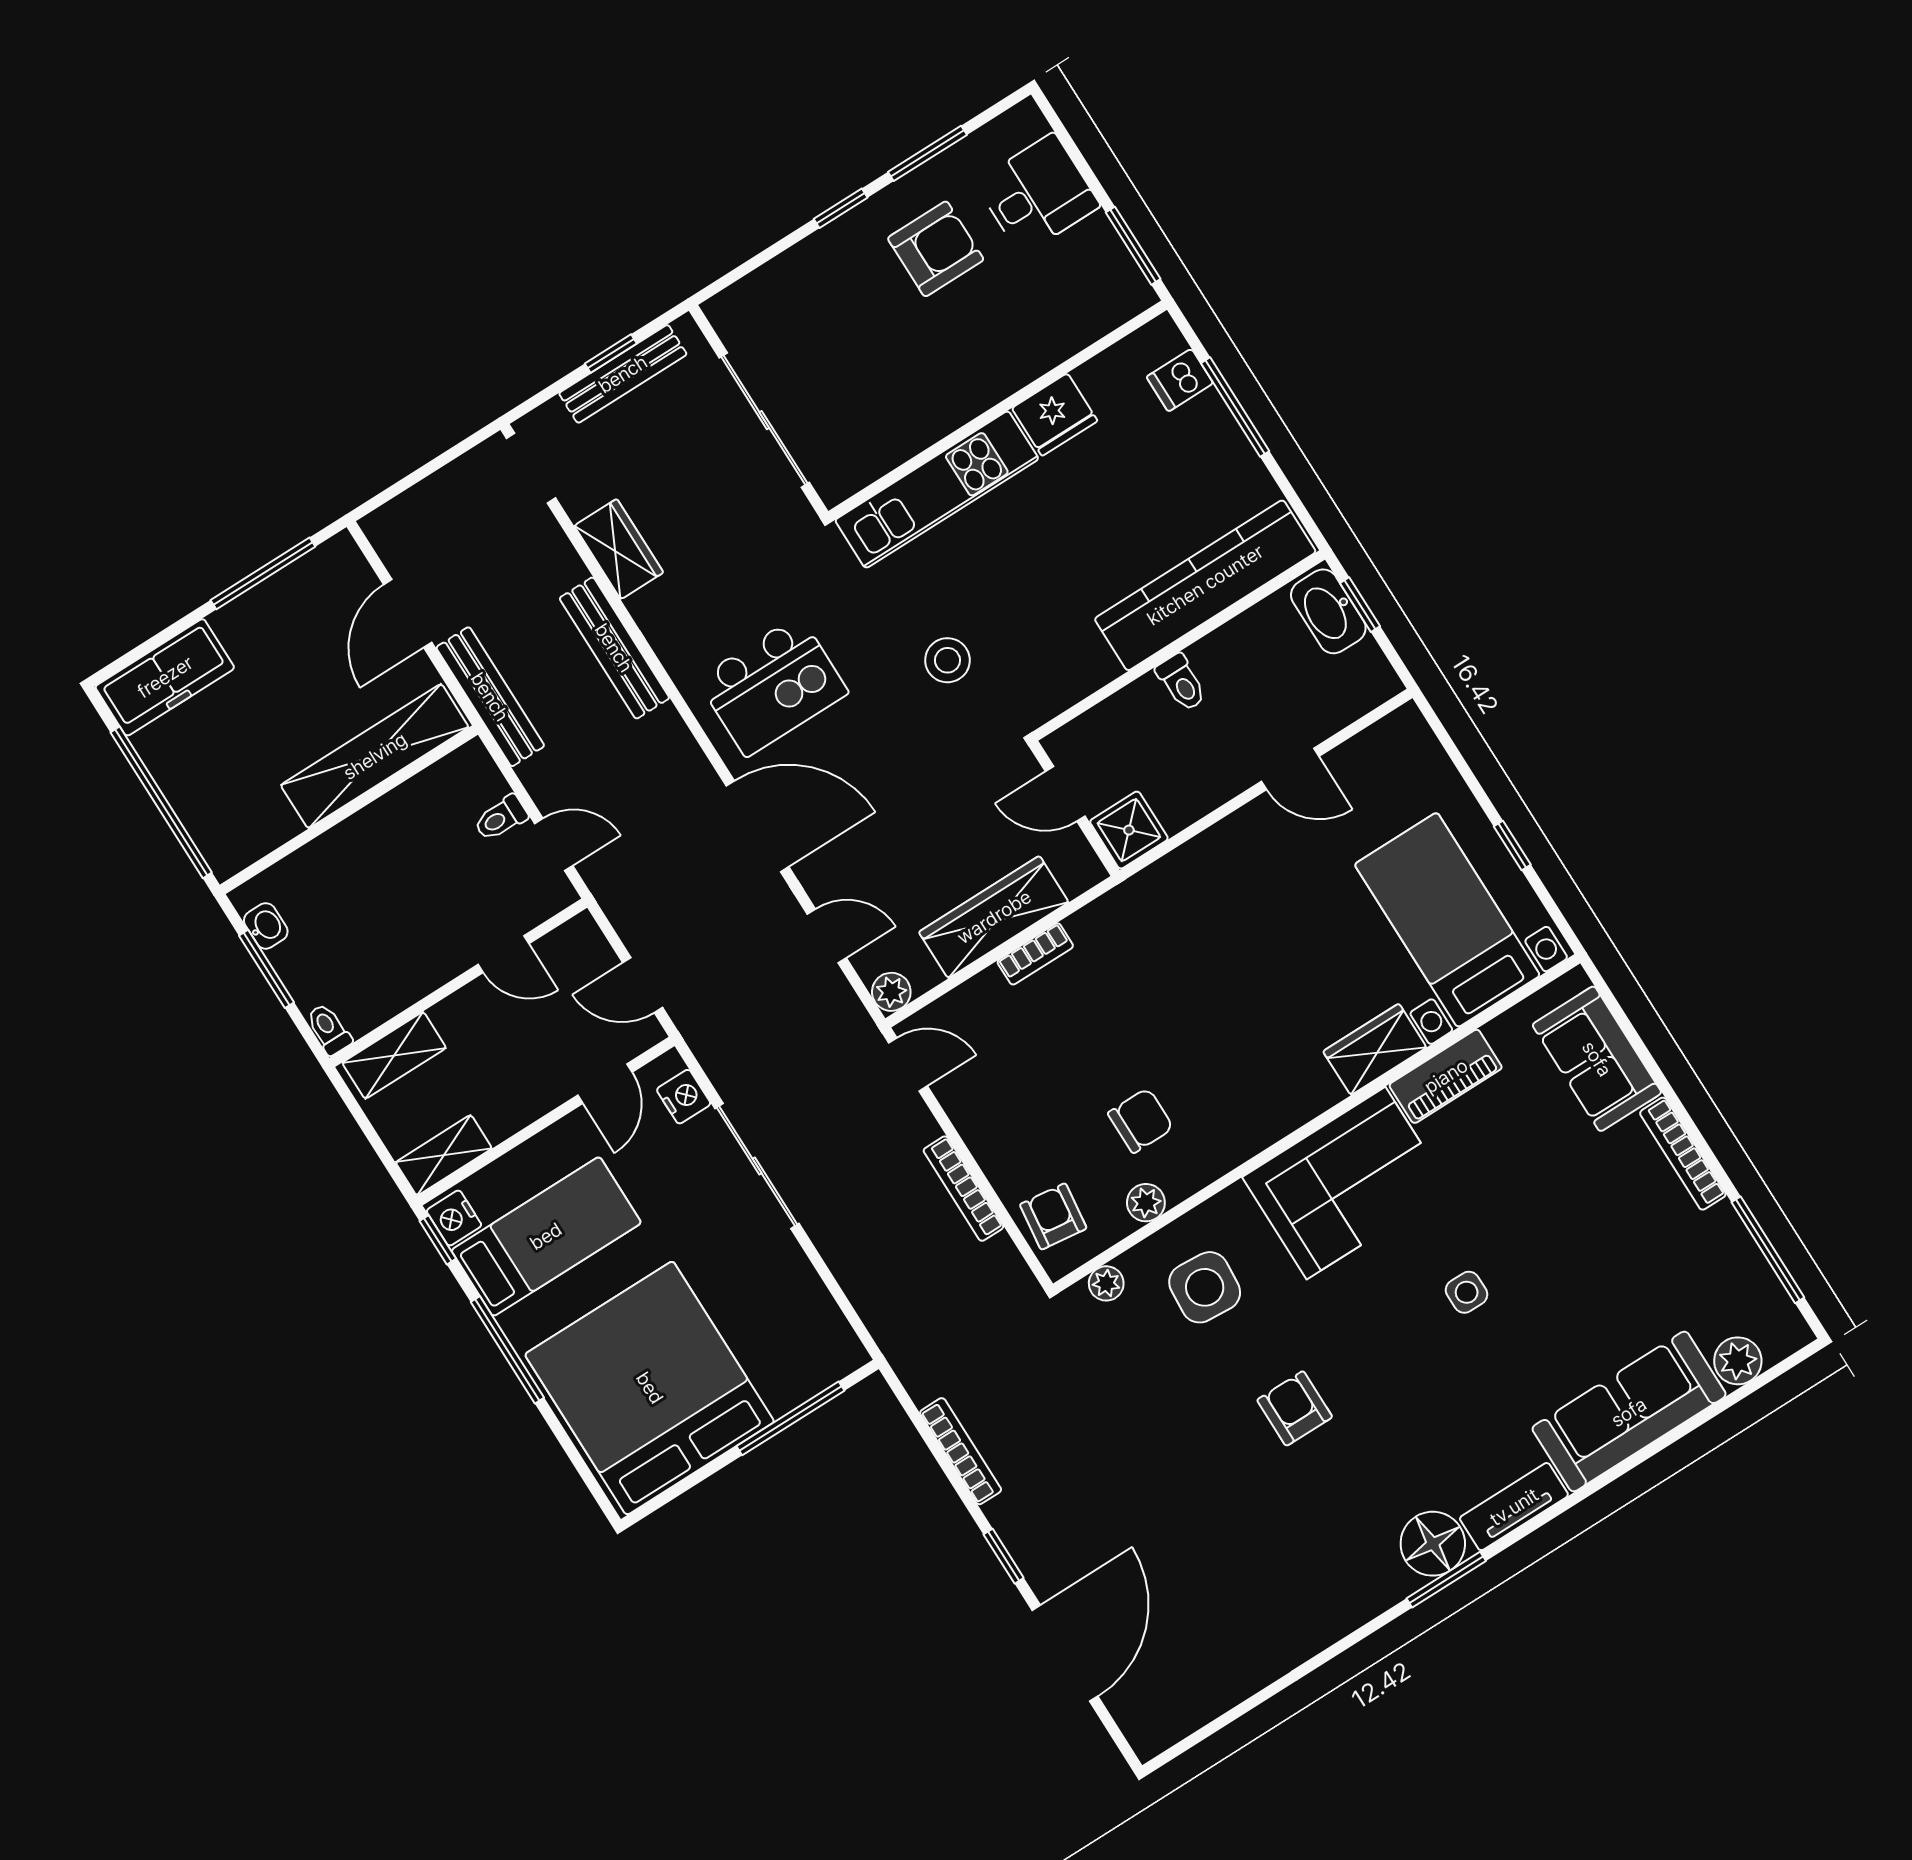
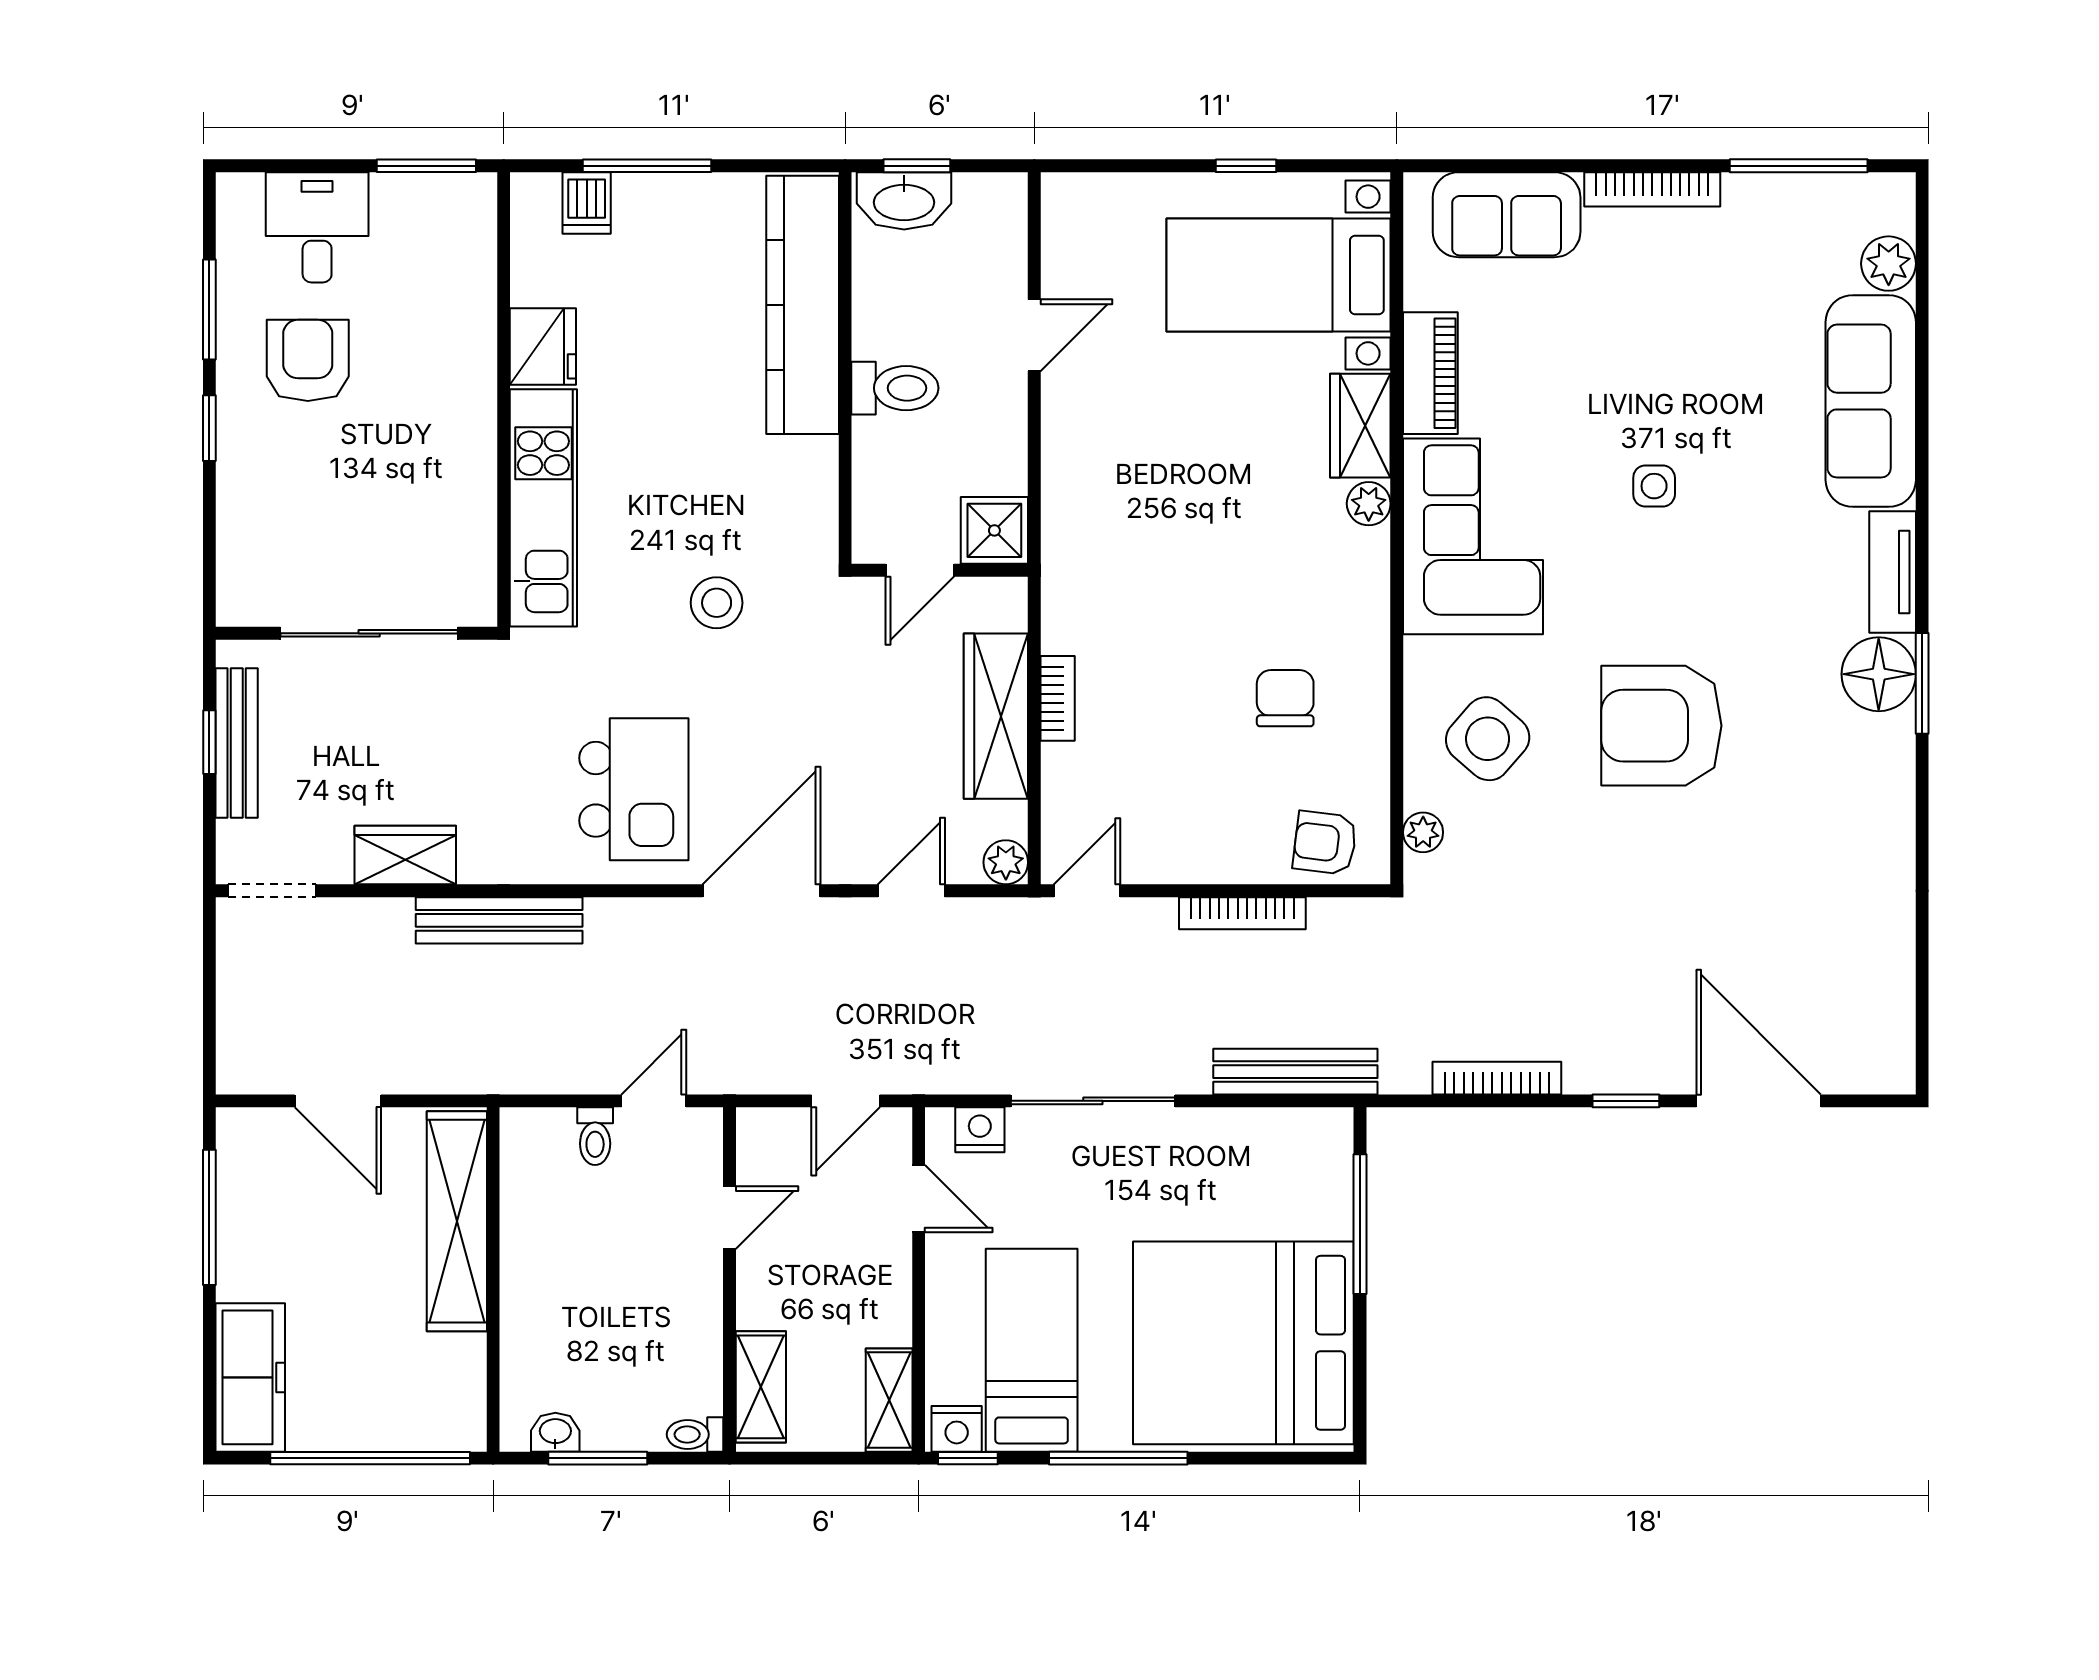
toilet: (1181, 683) -> (895, 388), width x1.37, depth x1.39
bench: (490, 697) -> (1295, 1072), moved
plant: (1146, 1203) -> (1369, 504), moved
side table: (1205, 1287) -> (1488, 739), turned 37
armchair: (1295, 1408) -> (1661, 726), width x1.88, depth x1.88

